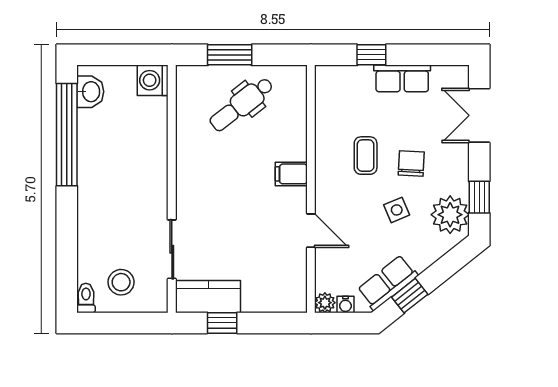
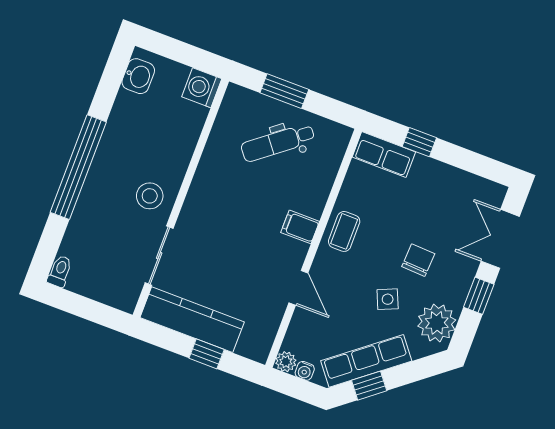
row of seats: (402, 78) -> (384, 154), moved
window: (67, 135) -> (78, 167), moved
coffee table: (366, 156) -> (344, 231), moved
window: (479, 197) -> (479, 296), moved
stool: (121, 282) -> (150, 196), moved
row of seats: (388, 283) -> (366, 361), width x1.48
kitchen counter: (208, 297) -> (192, 320), width x1.50
window: (222, 323) -> (207, 354), moved

